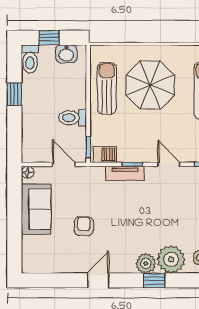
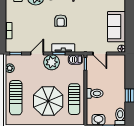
toilet: (73, 118) -> (95, 93), moved
plant: (145, 150) -> (52, 62), added
door: (169, 164) -> (37, 53), swing flipped
armchair: (84, 226) -> (61, 21), moved

